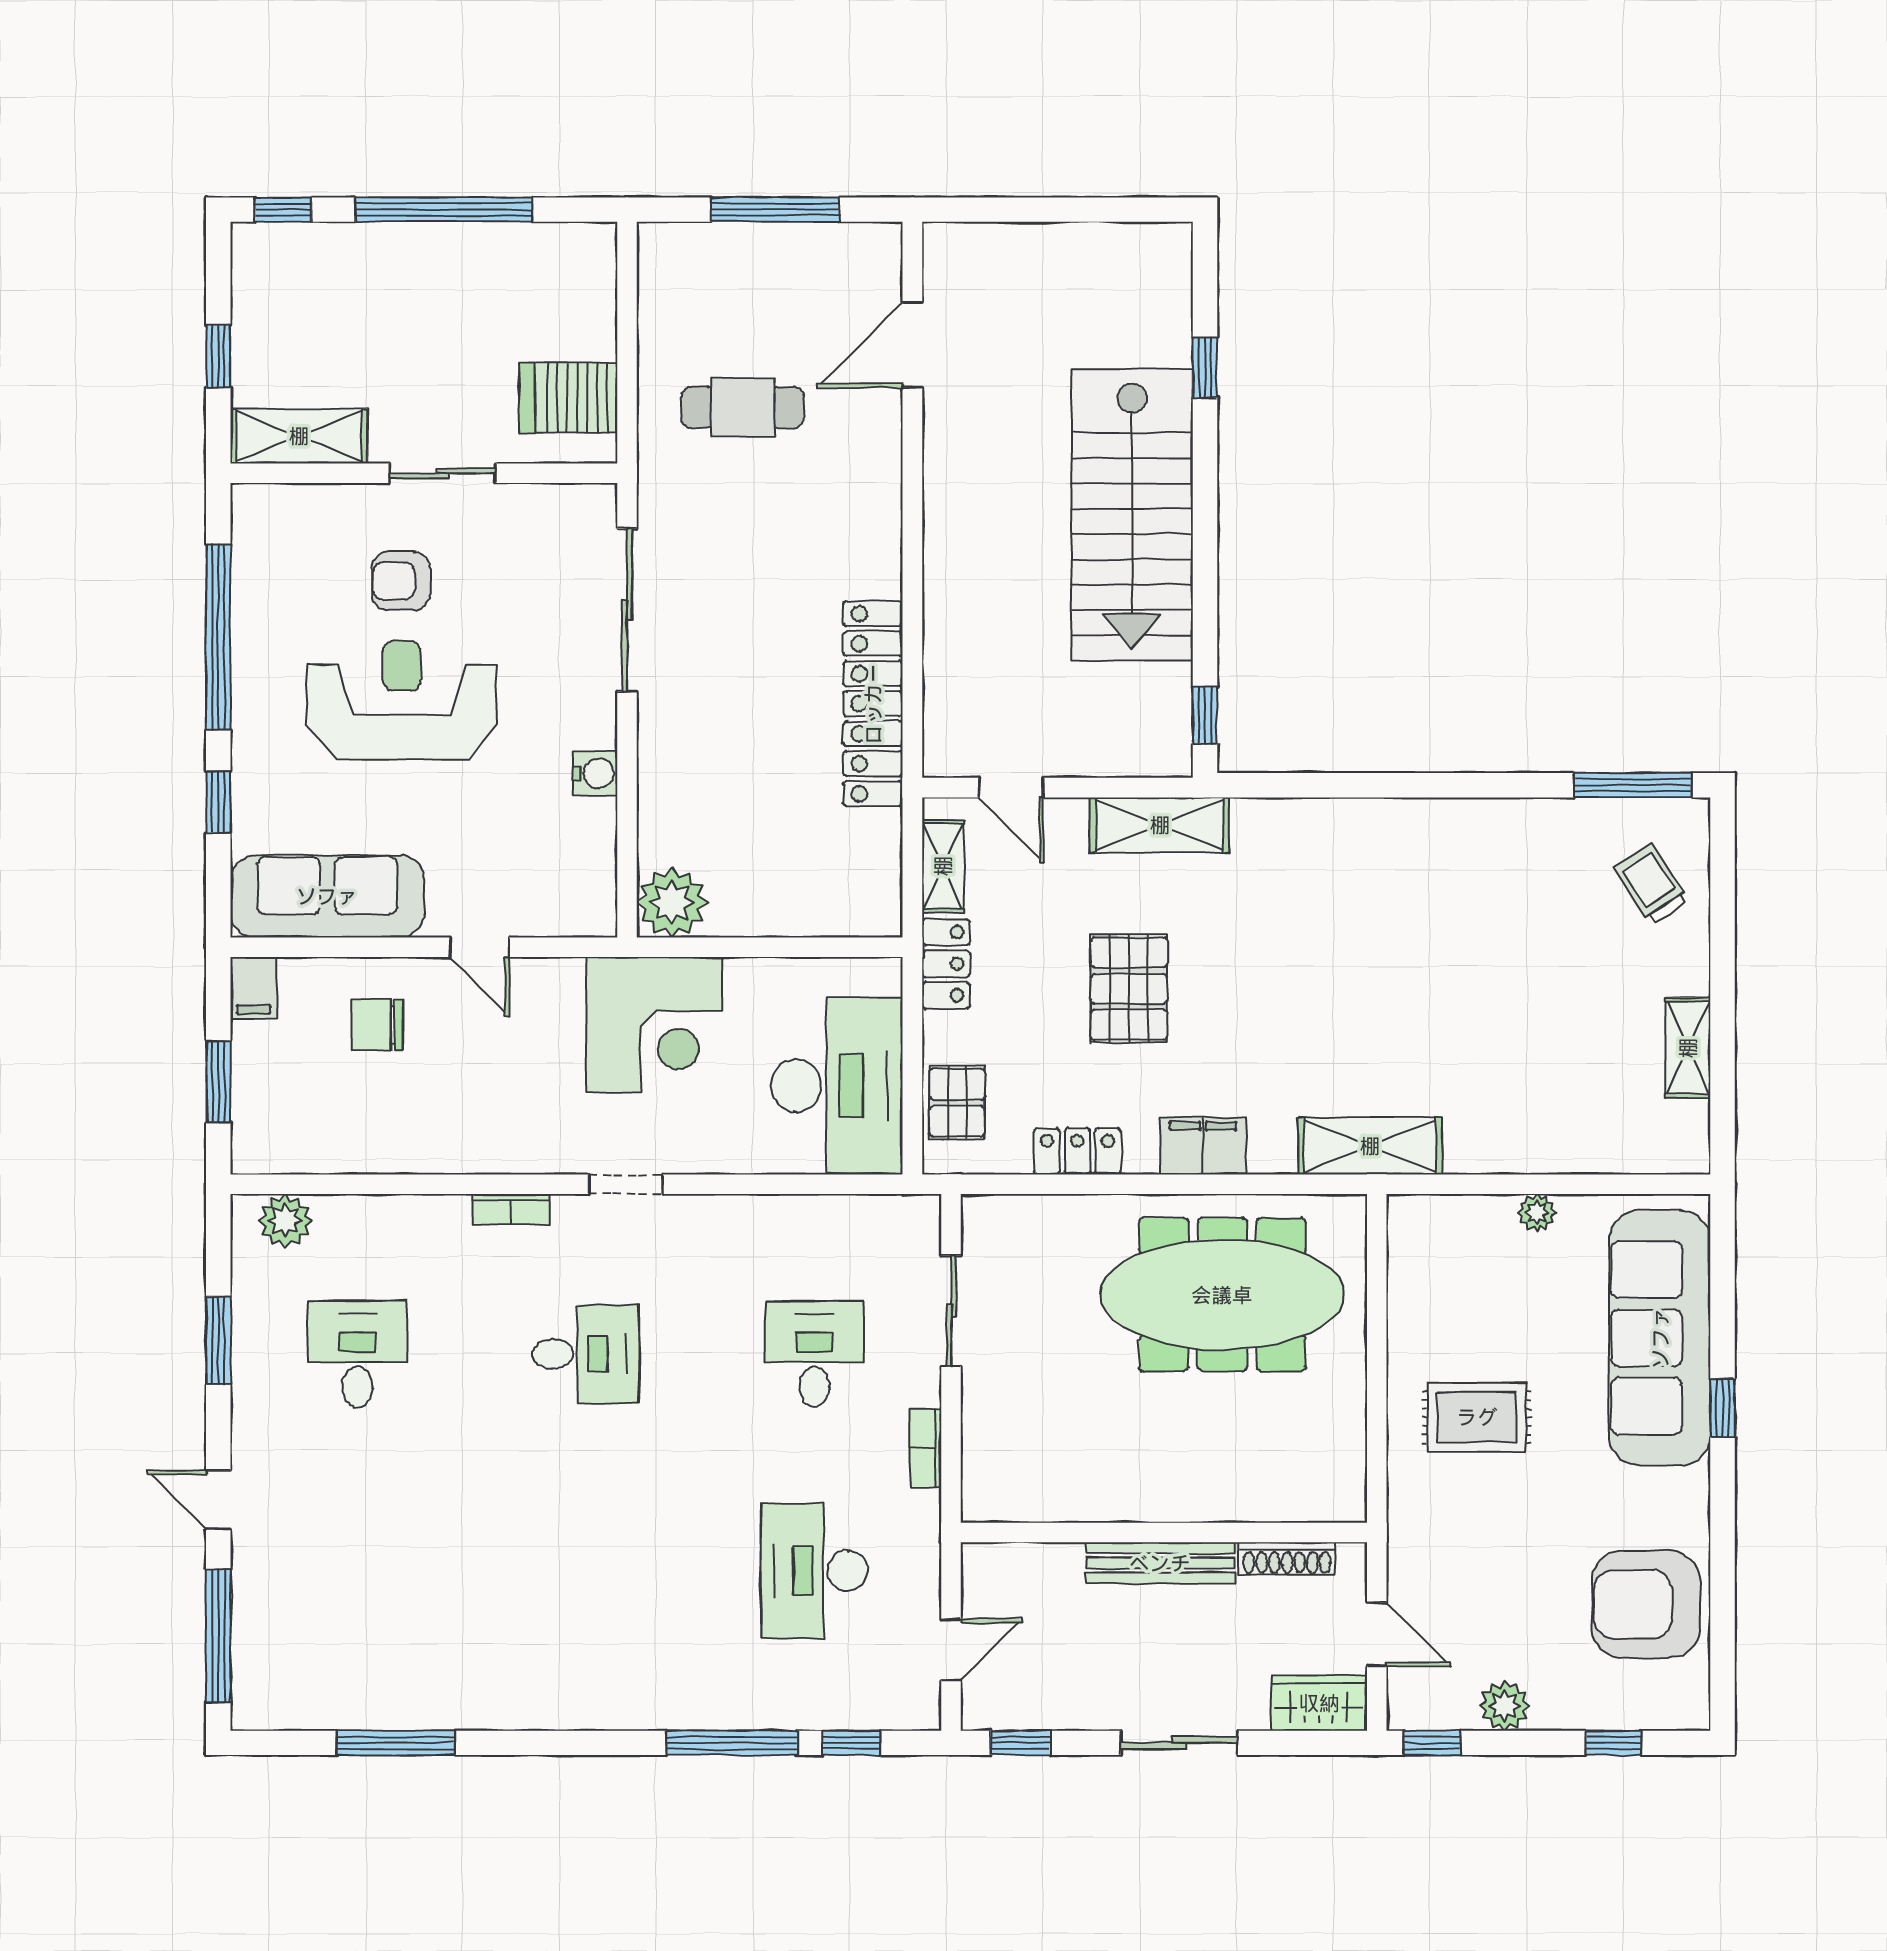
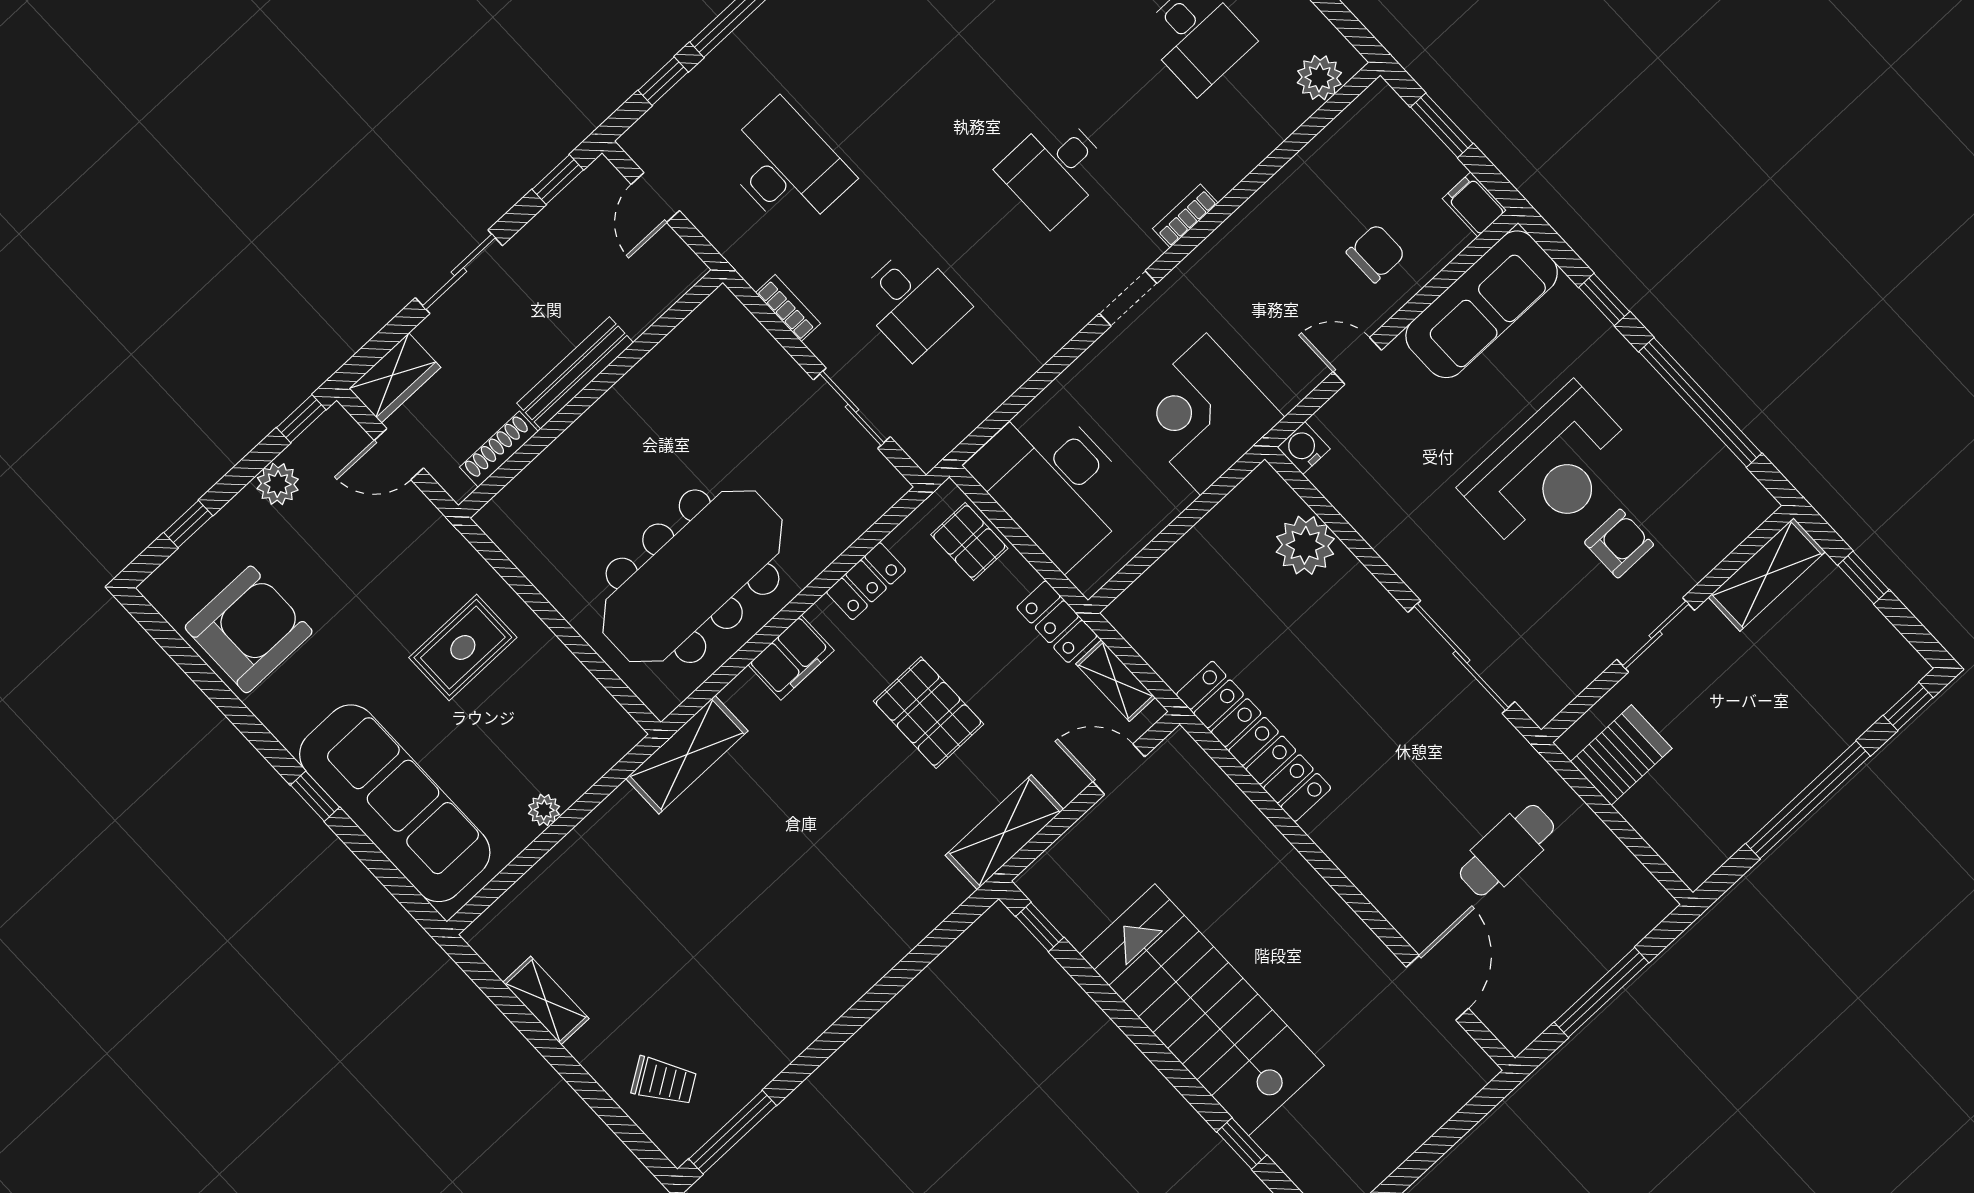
water cooler: (595, 773) -> (1304, 448), moved, turned 90
plant: (672, 902) -> (1305, 545), moved

